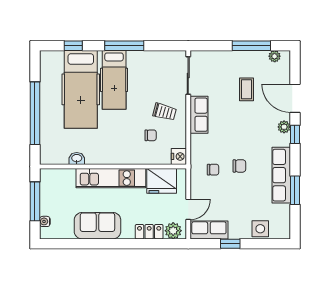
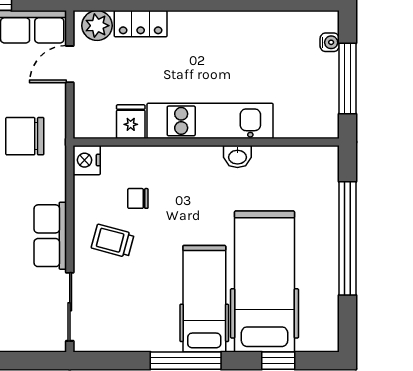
washbasin: (77, 158) -> (237, 156), moved
chair: (213, 170) -> (25, 136), width x1.87, depth x1.87
fridge: (162, 181) -> (131, 122), width x0.53, depth x0.75
sofa: (97, 226) -> (234, 35), removed

